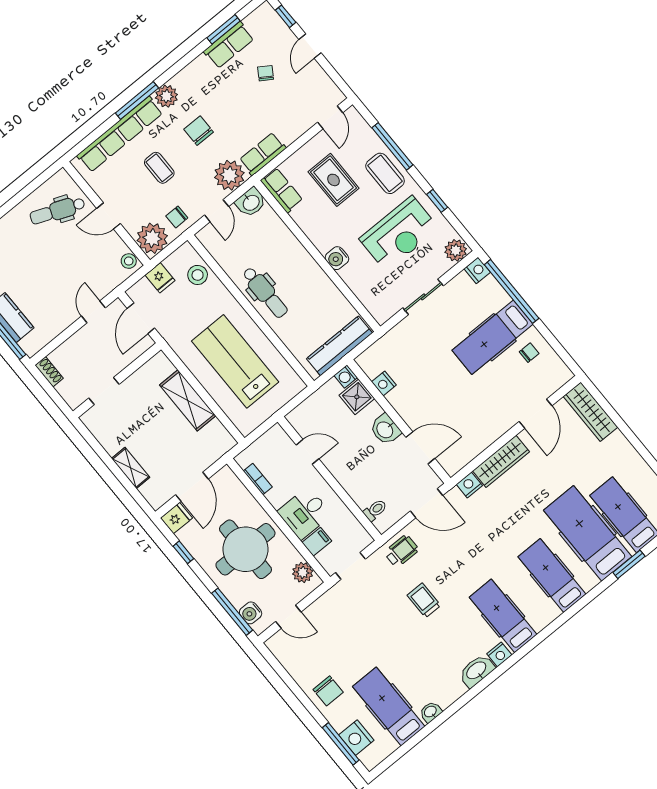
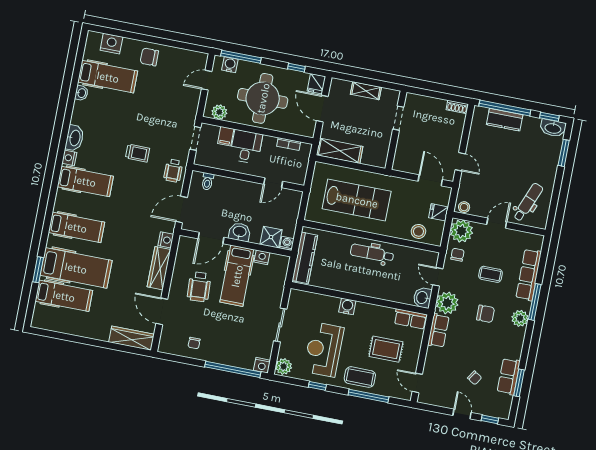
row of seats: (120, 134) -> (529, 275), width x0.73
hospital bed: (493, 337) -> (237, 276), moved, turned 180
wall: (117, 380) -> (396, 130), moved
doorway: (104, 391) -> (398, 118), moved
shelving: (188, 400) -> (340, 151), moved
wheelchair: (475, 407) -> (199, 287), added
window: (341, 744) -> (117, 33), removed

